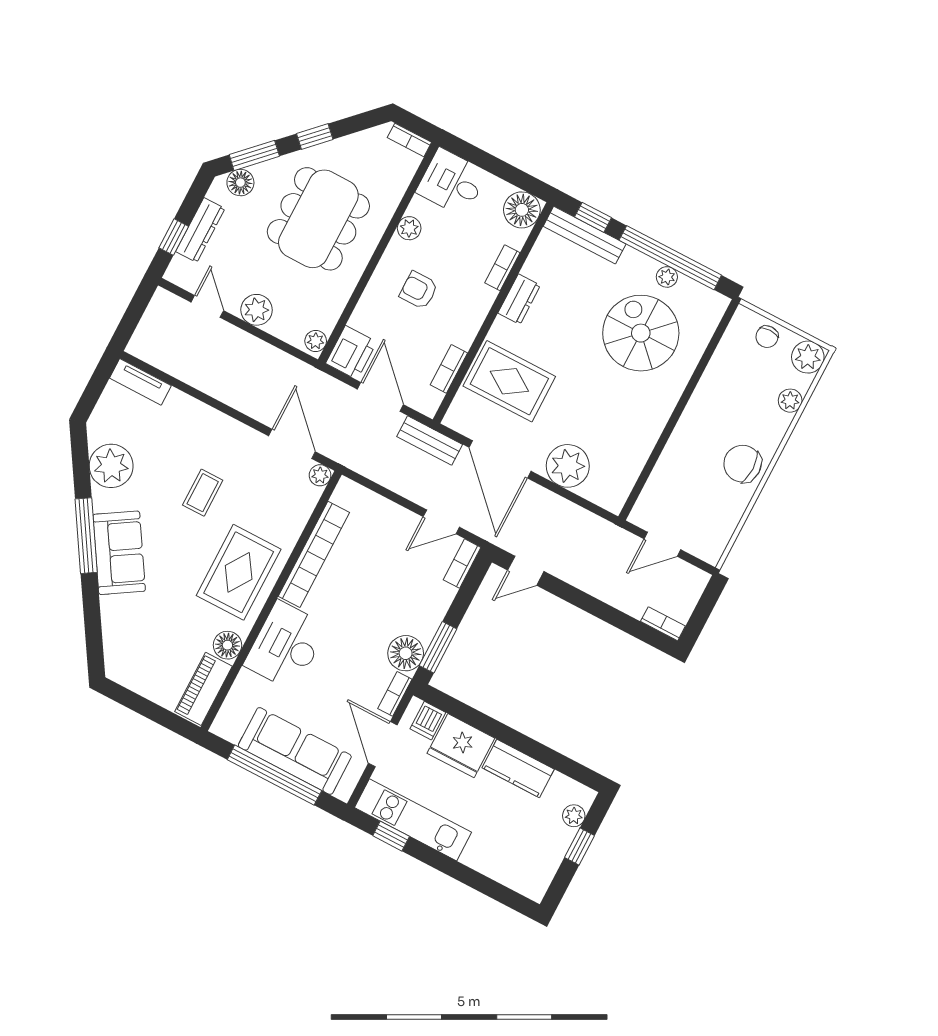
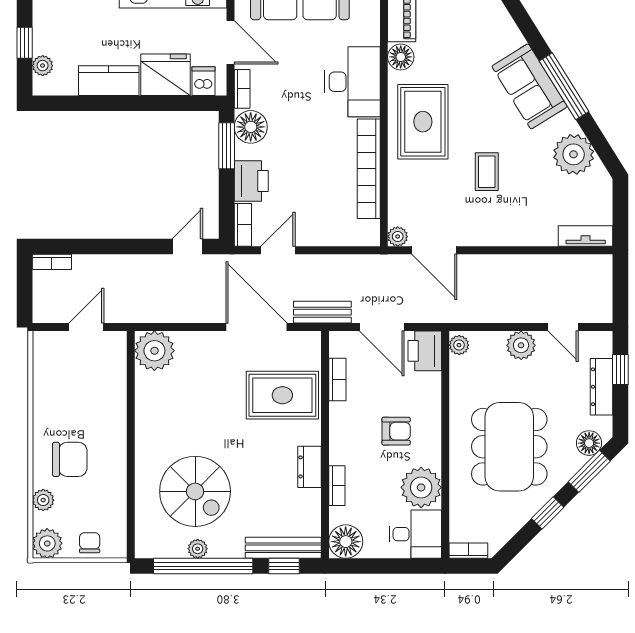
plant: (409, 228) -> (421, 487), width x1.88, depth x1.88
chair: (743, 464) -> (70, 459), moved
plant: (568, 466) -> (154, 351), moved
printer: (432, 601) -> (251, 181), added

